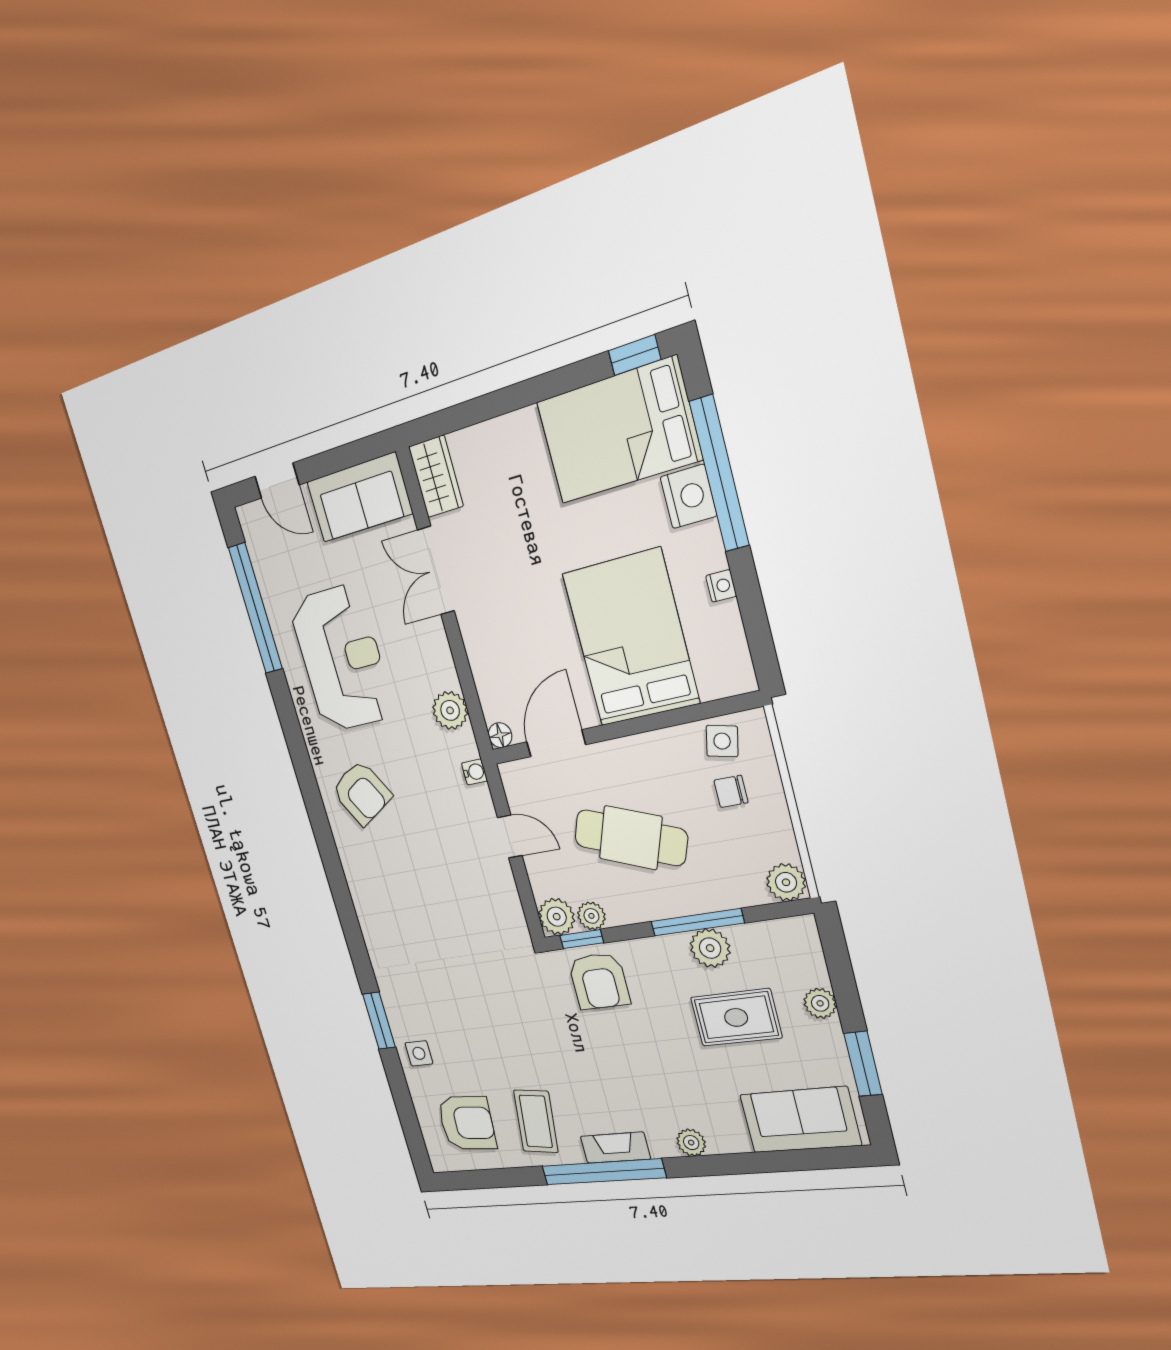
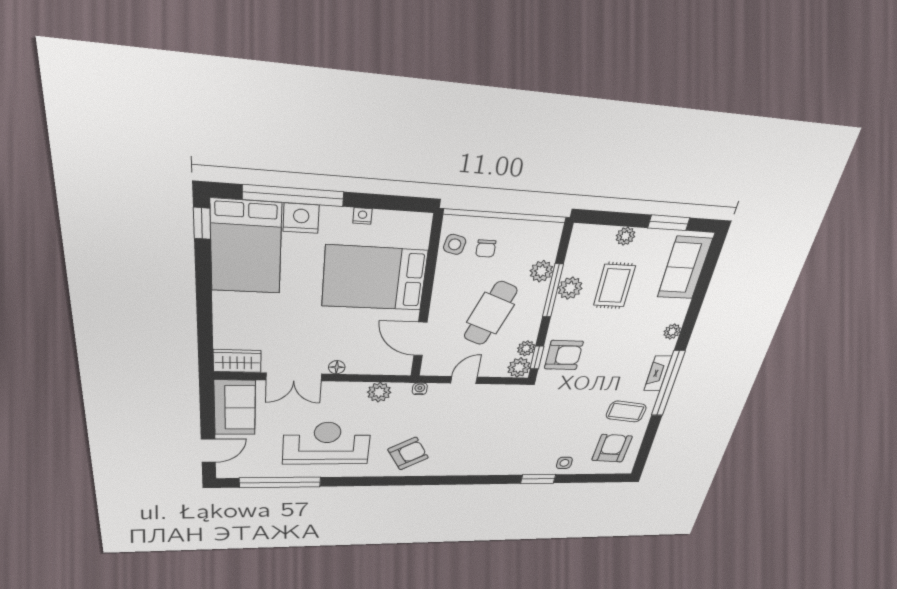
floor lamp: (500, 735) -> (337, 367), moved
plant: (786, 882) -> (541, 271), moved

